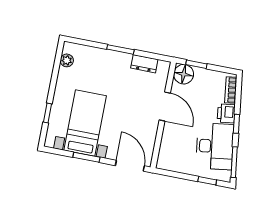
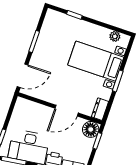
dresser: (144, 64) -> (100, 109), moved
bed with nightstands: (85, 123) -> (96, 61), moved, turned 180

